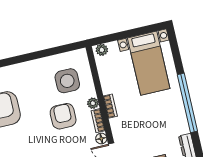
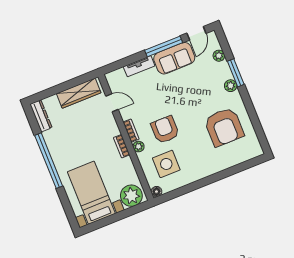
plant: (102, 50) -> (131, 196), width x1.87, depth x1.87
armchair: (63, 116) -> (165, 130), turned 180
floor lamp: (101, 138) -> (156, 192), moved

